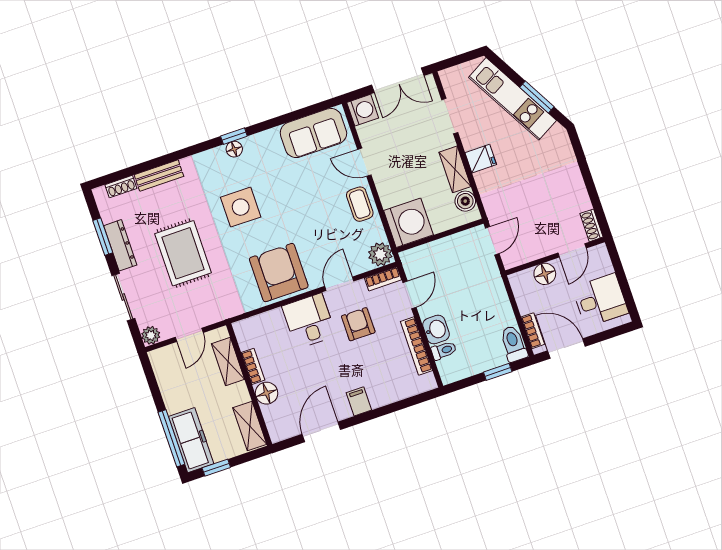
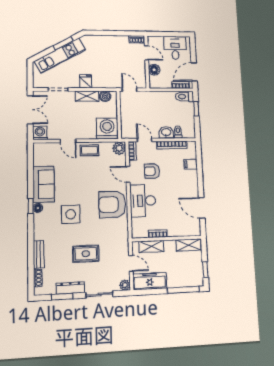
sofa: (313, 133) -> (44, 184), moved
door: (364, 162) -> (68, 141), hinge flipped
rug: (183, 253) -> (86, 254), width x0.73, depth x0.70
desk: (309, 321) -> (143, 201), width x1.37
floor lamp: (267, 393) -> (174, 231), removed
filing cabinet: (359, 401) -> (191, 164), moved
freezer: (191, 440) -> (150, 281), moved

